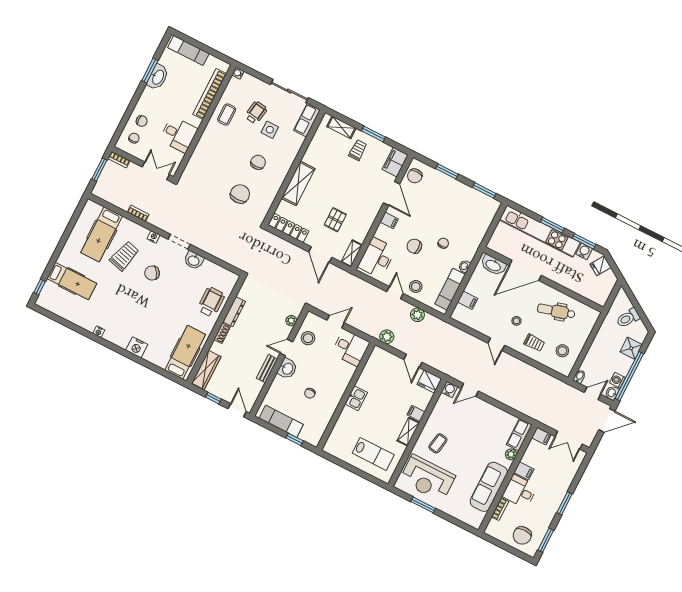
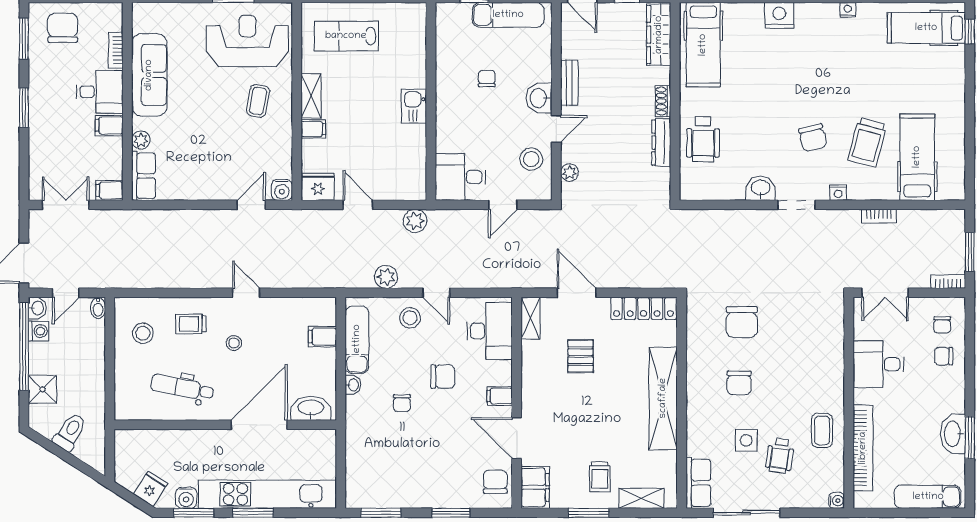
shelving: (298, 183) -> (663, 398), width x1.47
chair: (152, 273) -> (813, 138), turned 109
hospital bed: (72, 281) -> (926, 28), moved
dental chair: (556, 311) -> (182, 388), turned -153

